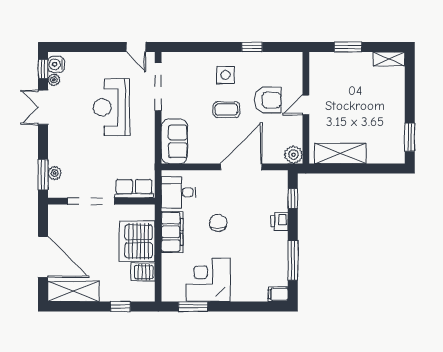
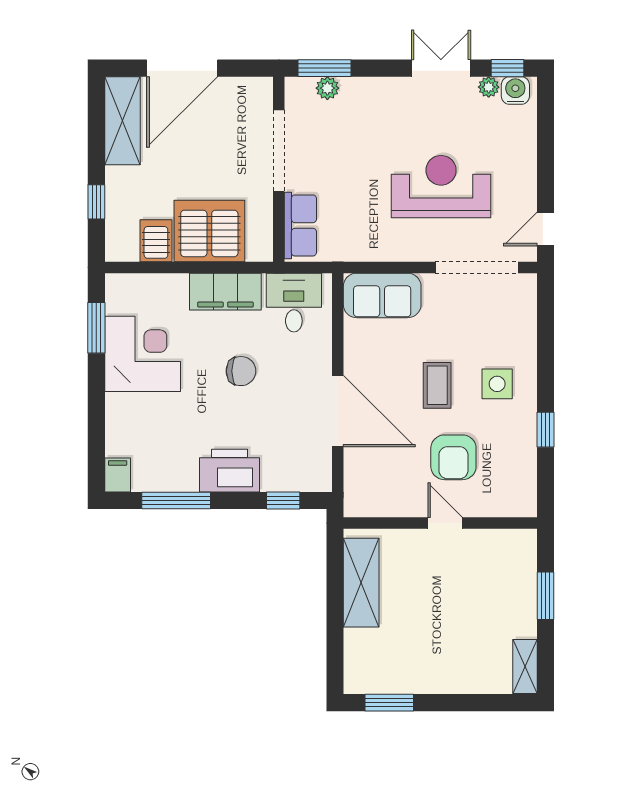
plant: (293, 155) -> (359, 502), removed
printer: (280, 221) -> (230, 471), width x1.87, depth x1.48

